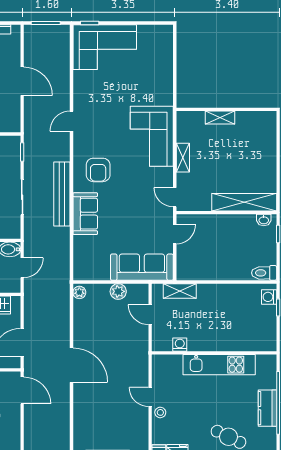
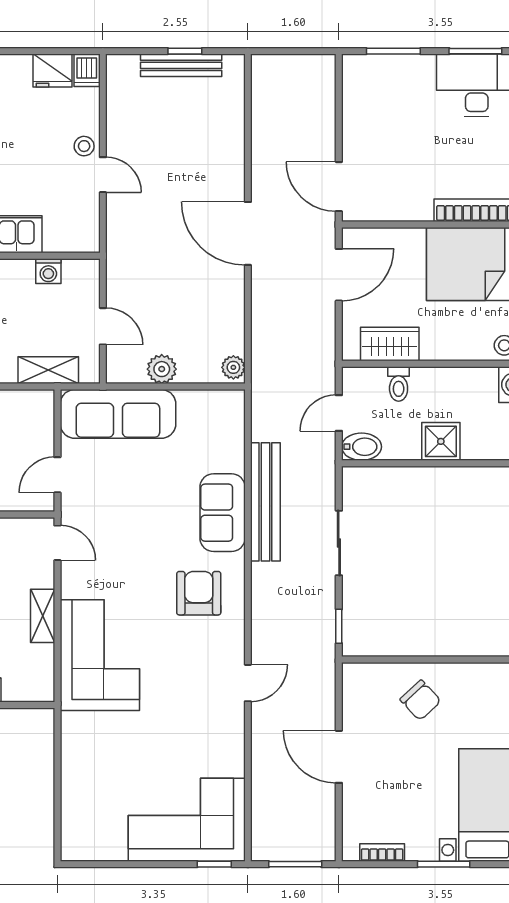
bench: (62, 194) -> (265, 502), moved

